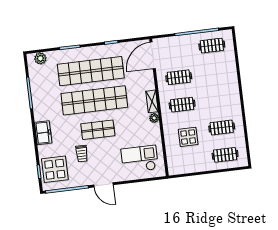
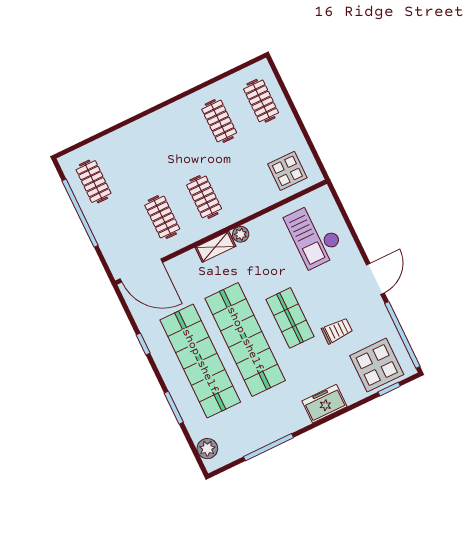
display table: (188, 137) -> (287, 171), moved

